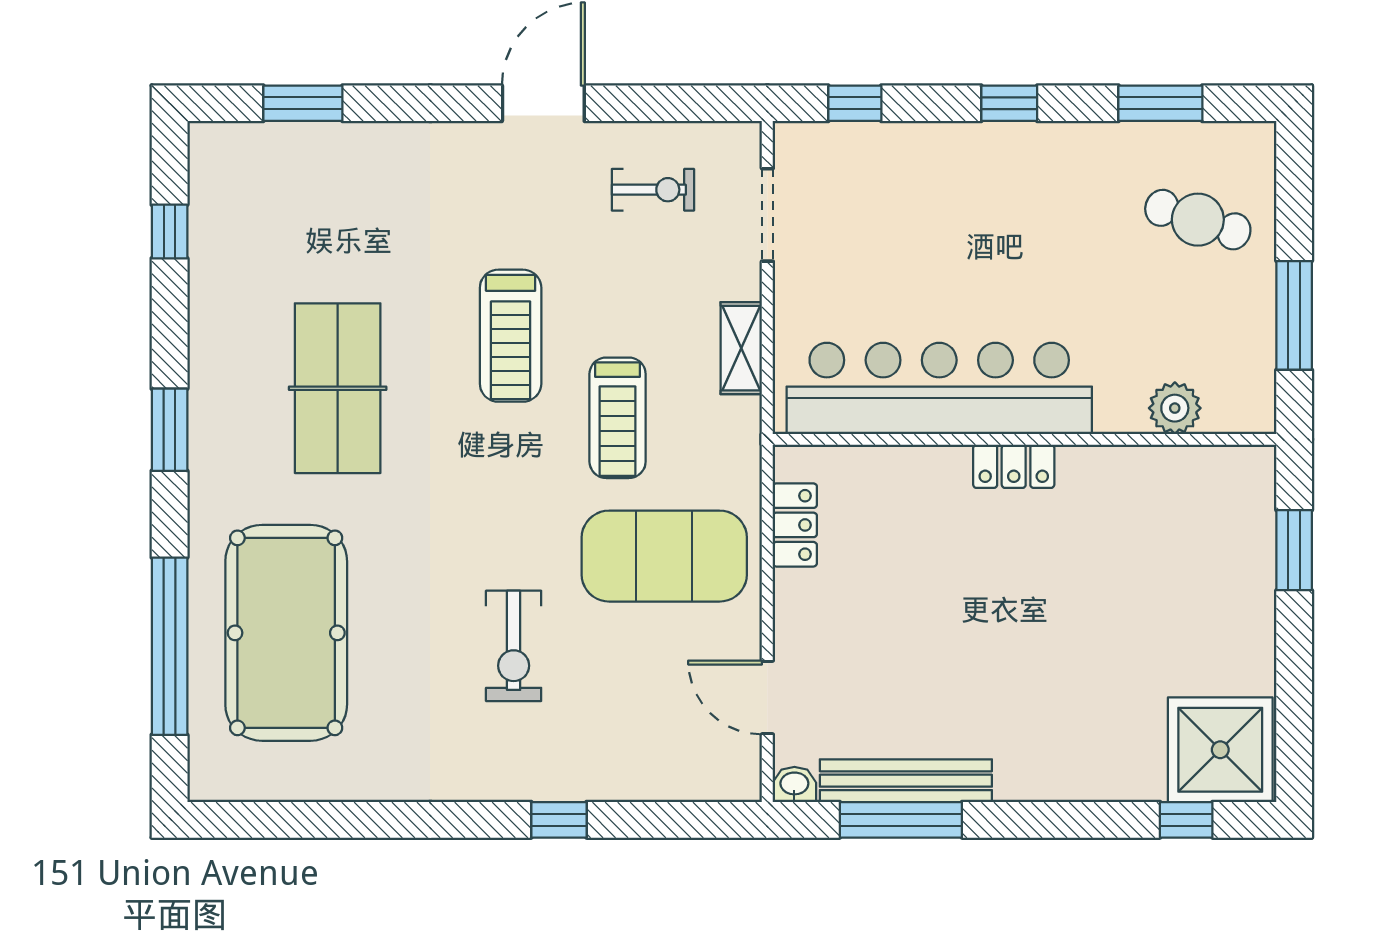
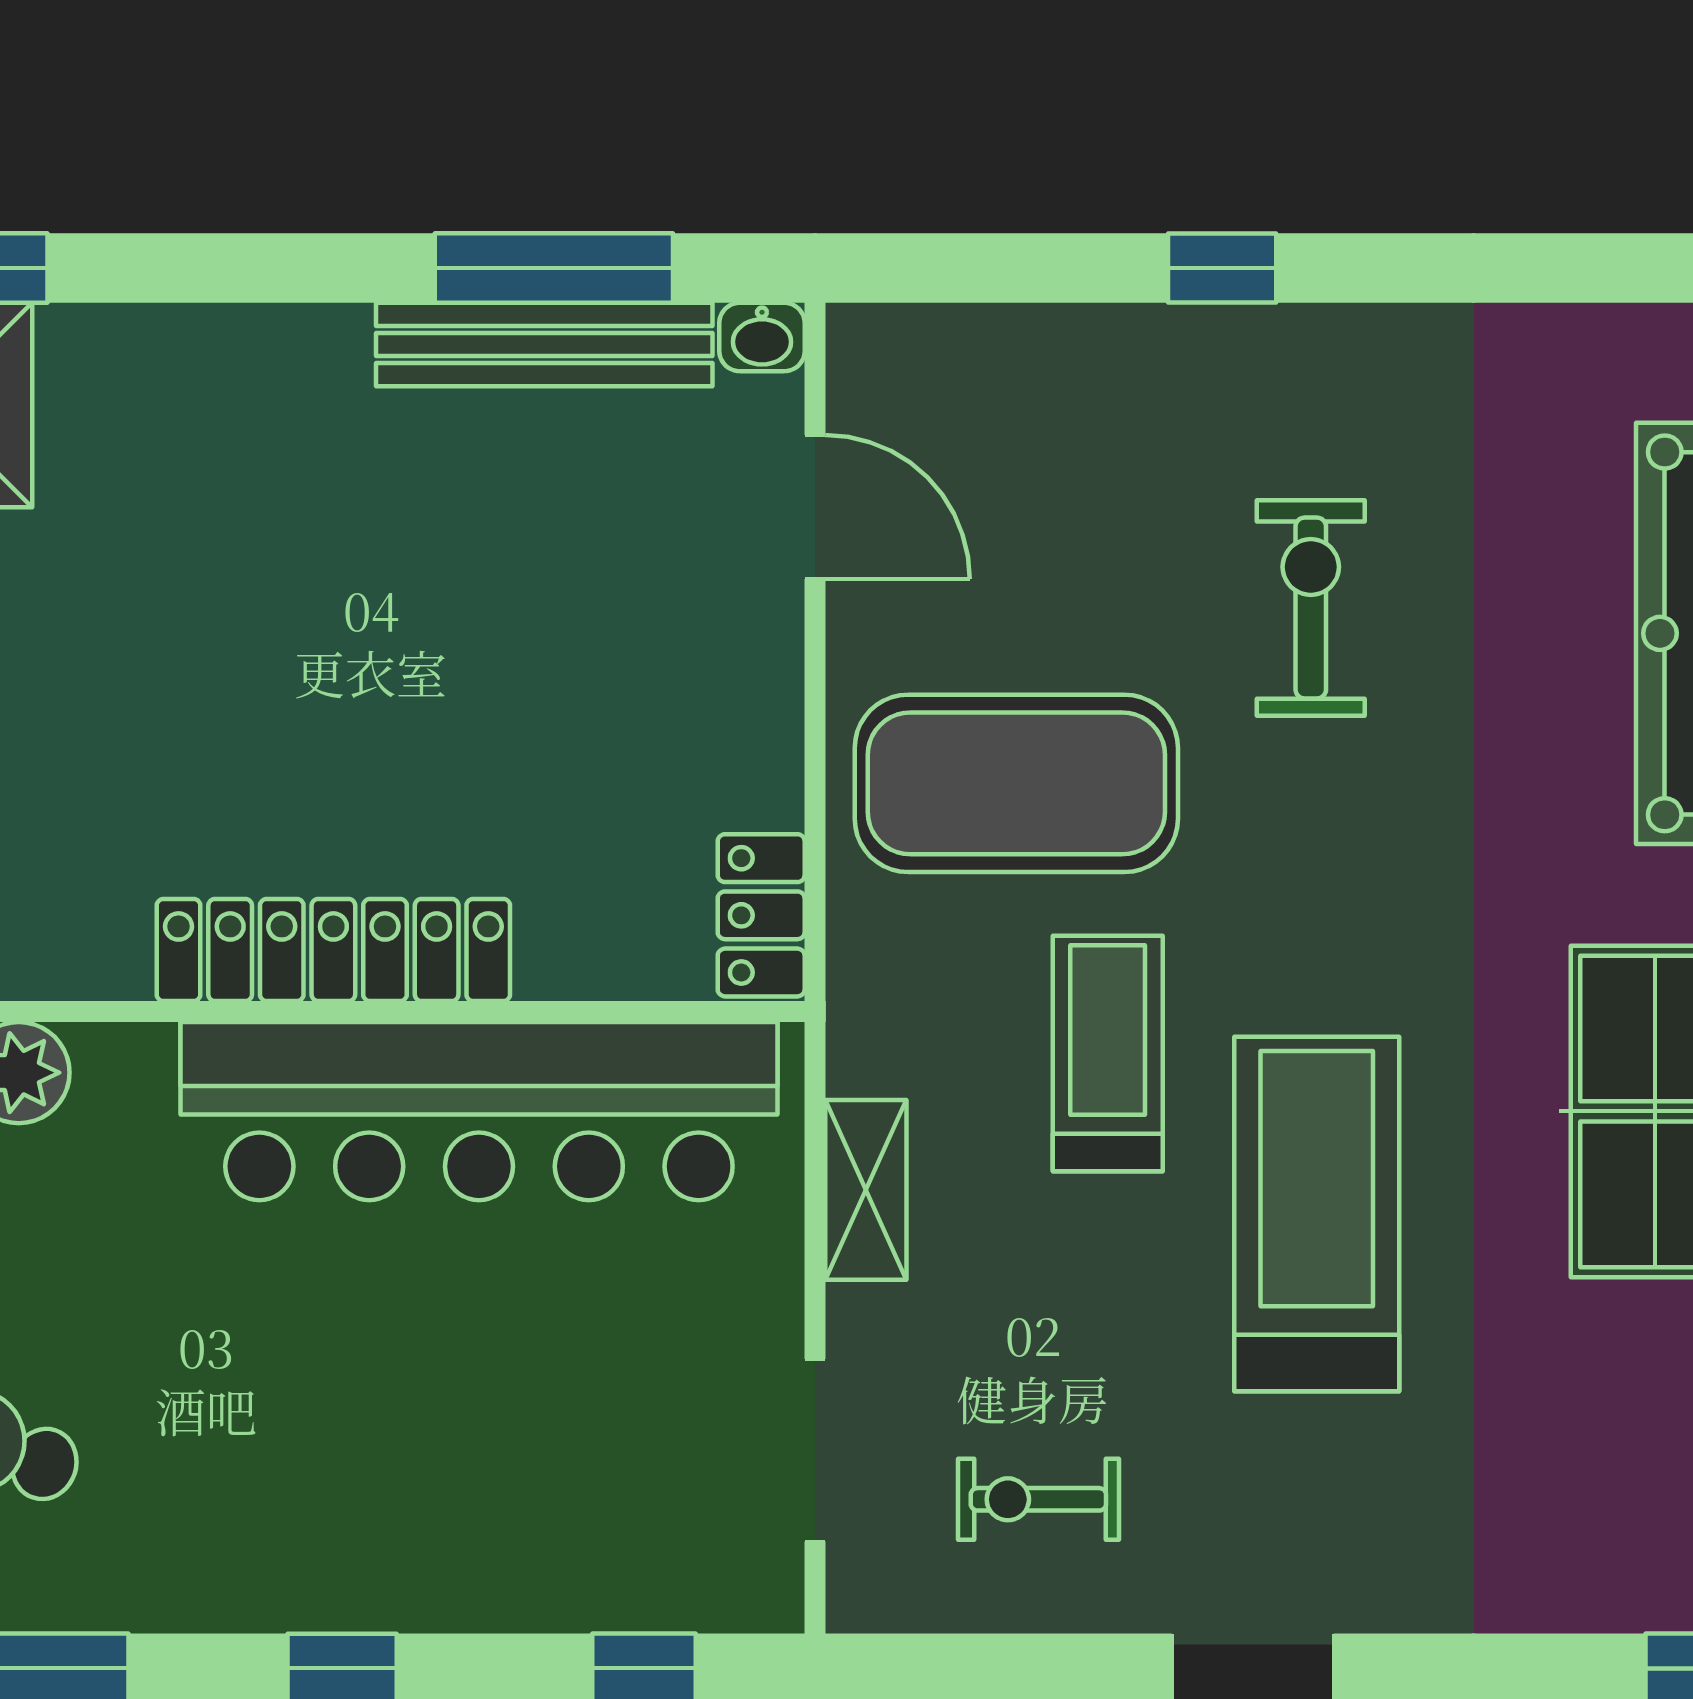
treadmill: (511, 336) -> (1317, 1214), width x1.37, depth x1.38
locker: (1014, 466) -> (333, 950), width x2.16, depth x1.21
locker: (795, 525) -> (761, 915), moved

